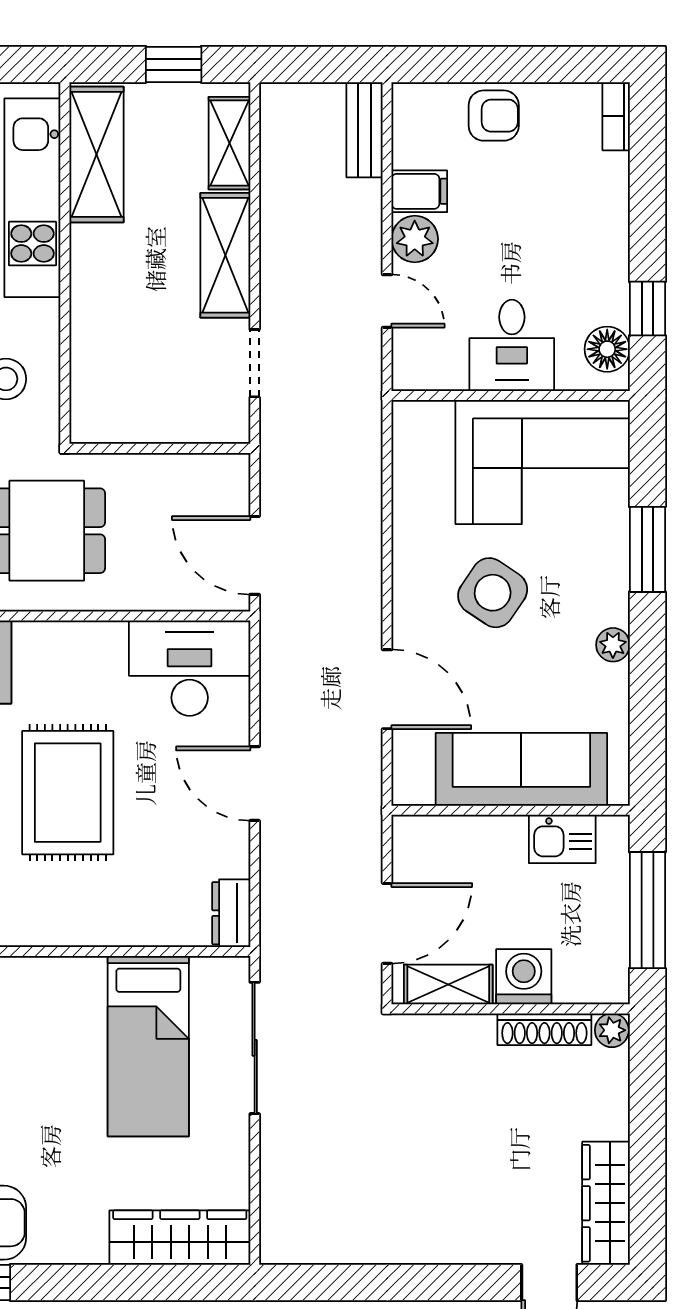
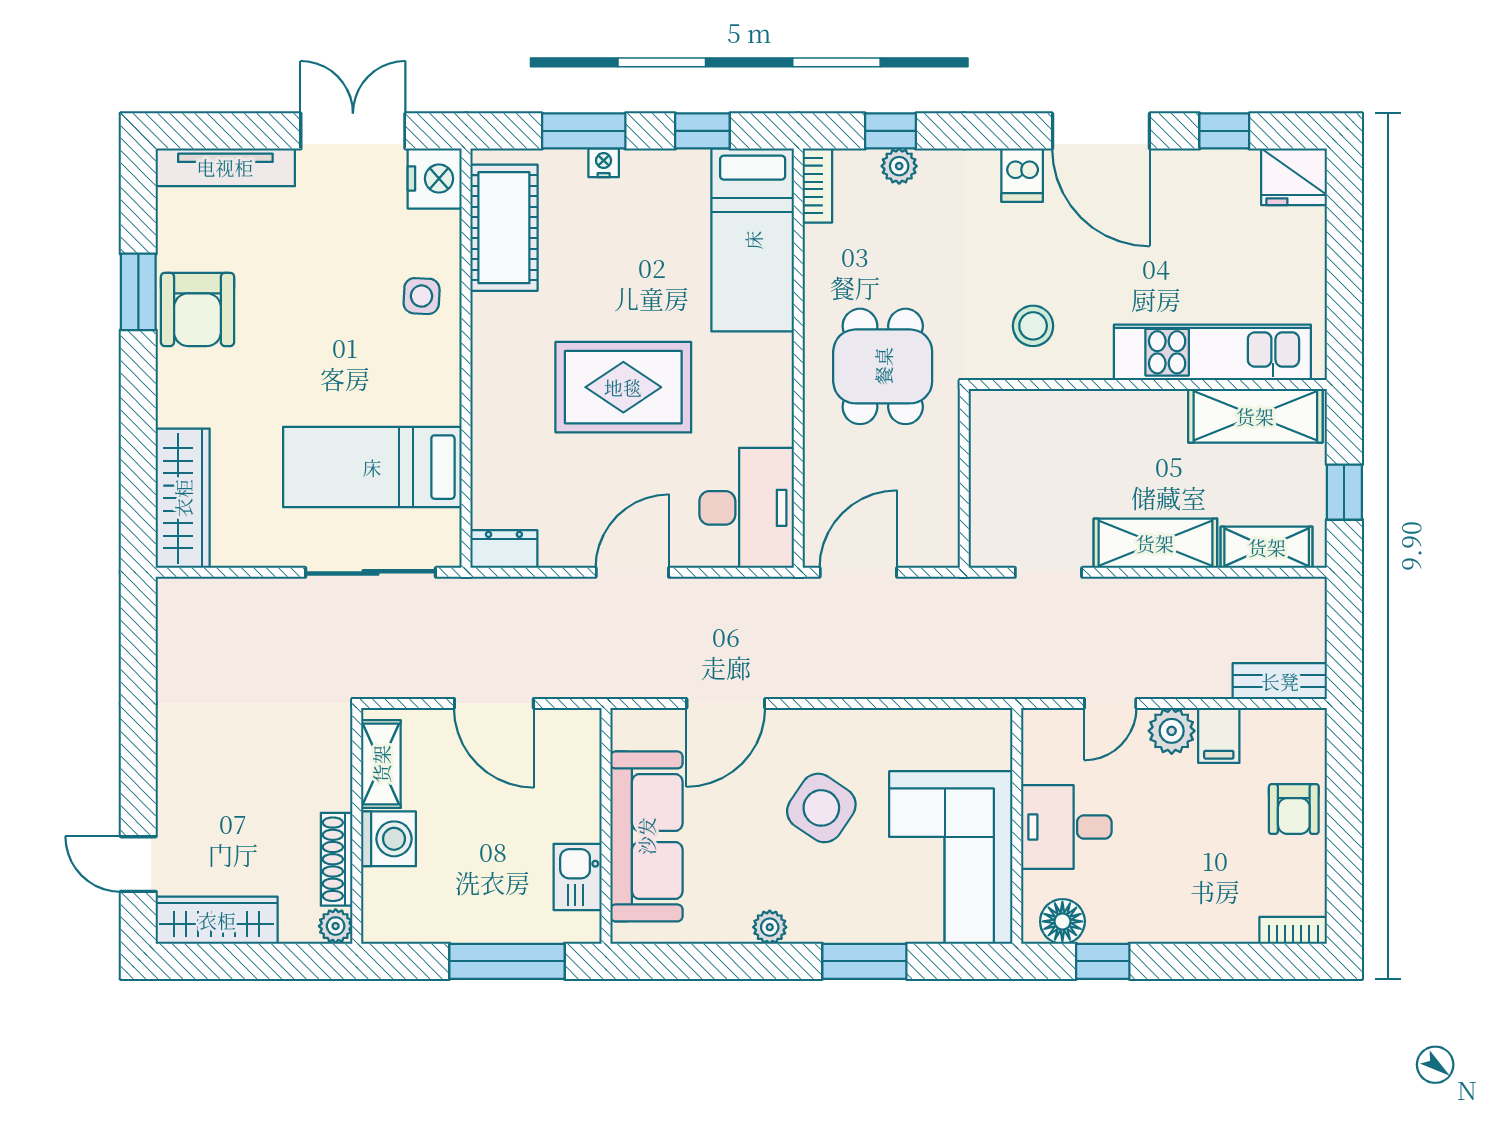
washing machine: (524, 977) -> (389, 839), moved
shelving: (448, 984) -> (381, 764), moved
wall: (511, 1009) -> (357, 826), moved
shoe rack: (544, 1029) -> (337, 859), moved
plant: (612, 1030) -> (336, 926), moved

